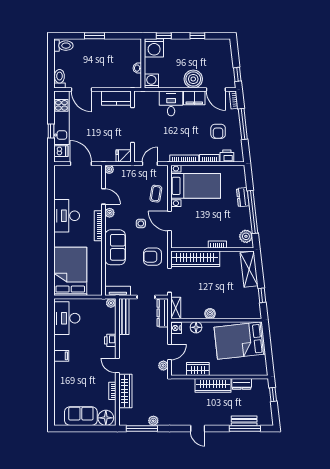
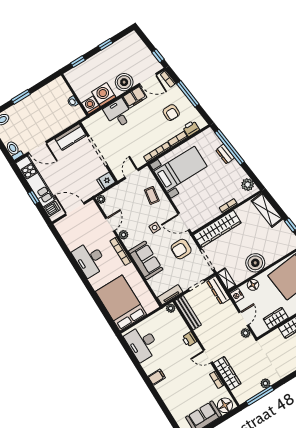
washing machine: (154, 48) -> (104, 95), moved, turned 180
door: (103, 196) -> (110, 224), hinge flipped
window: (253, 212) -> (230, 147), moved
door: (170, 221) -> (184, 222), moved
boiler: (210, 314) -> (255, 263), width x1.86, depth x1.86

